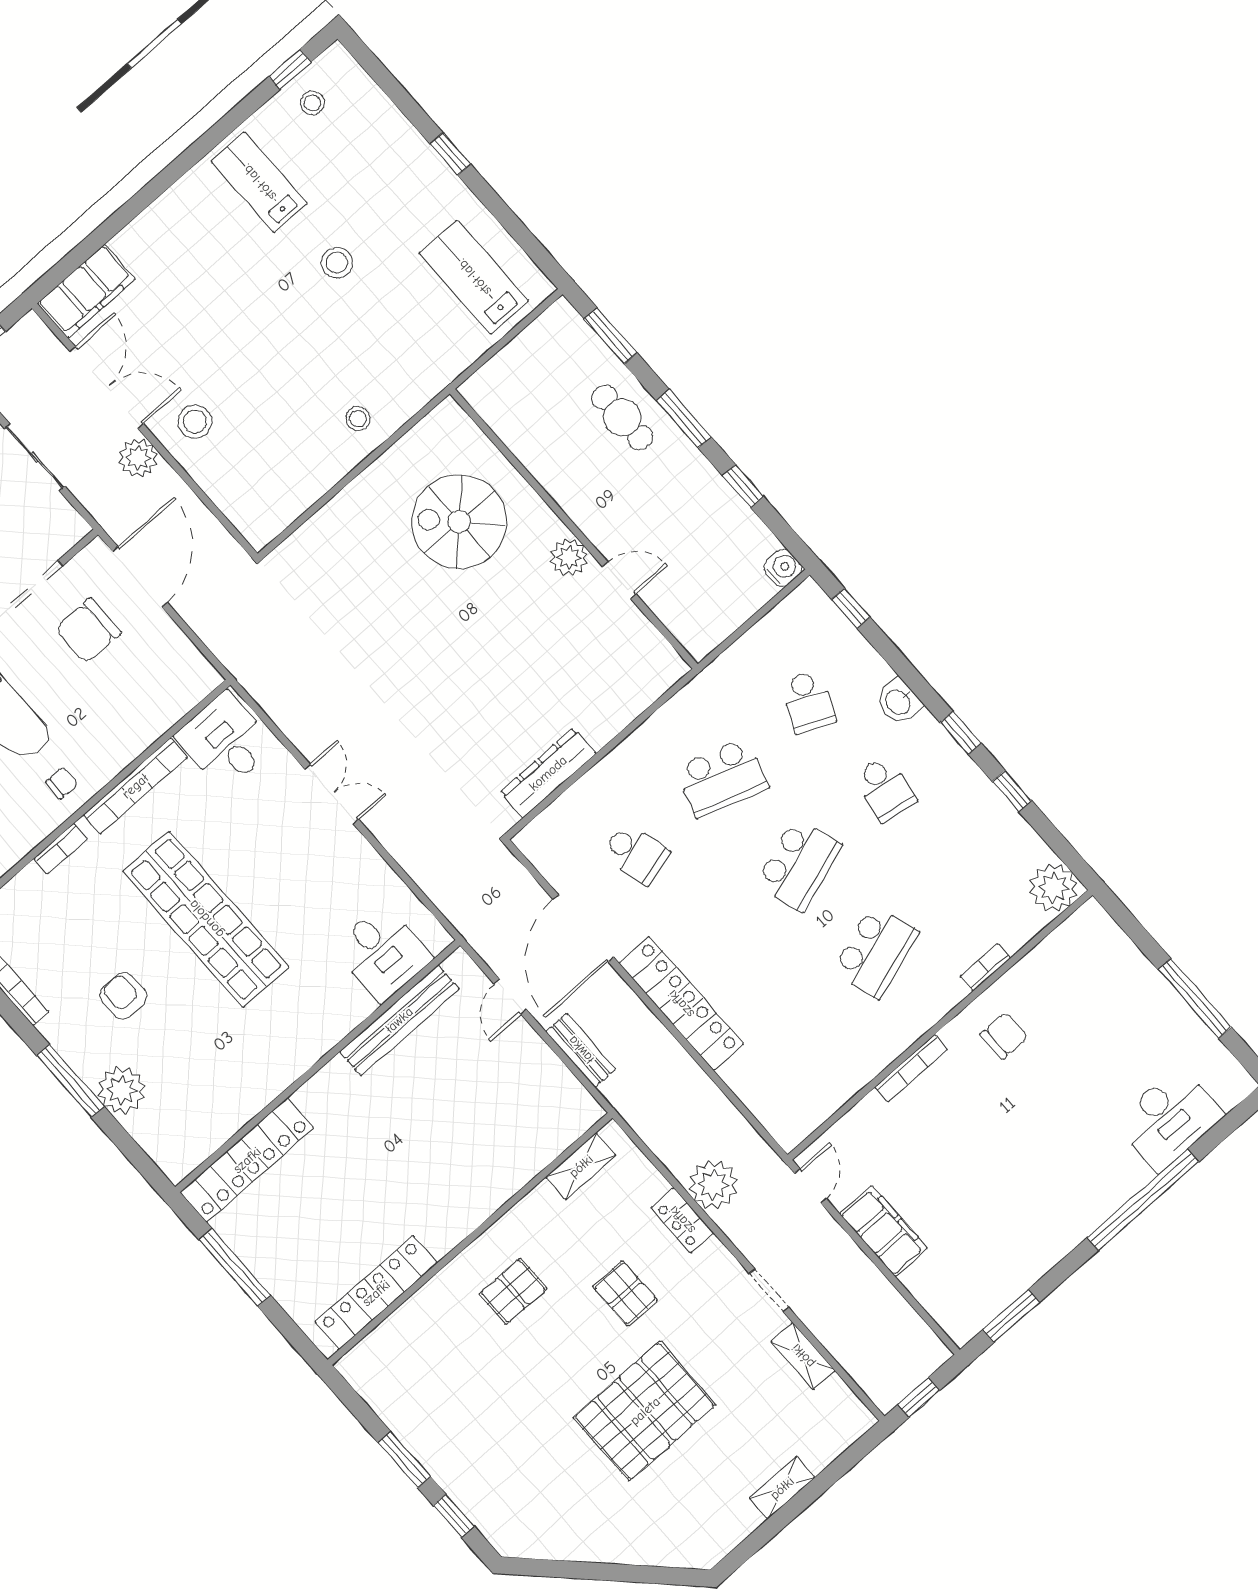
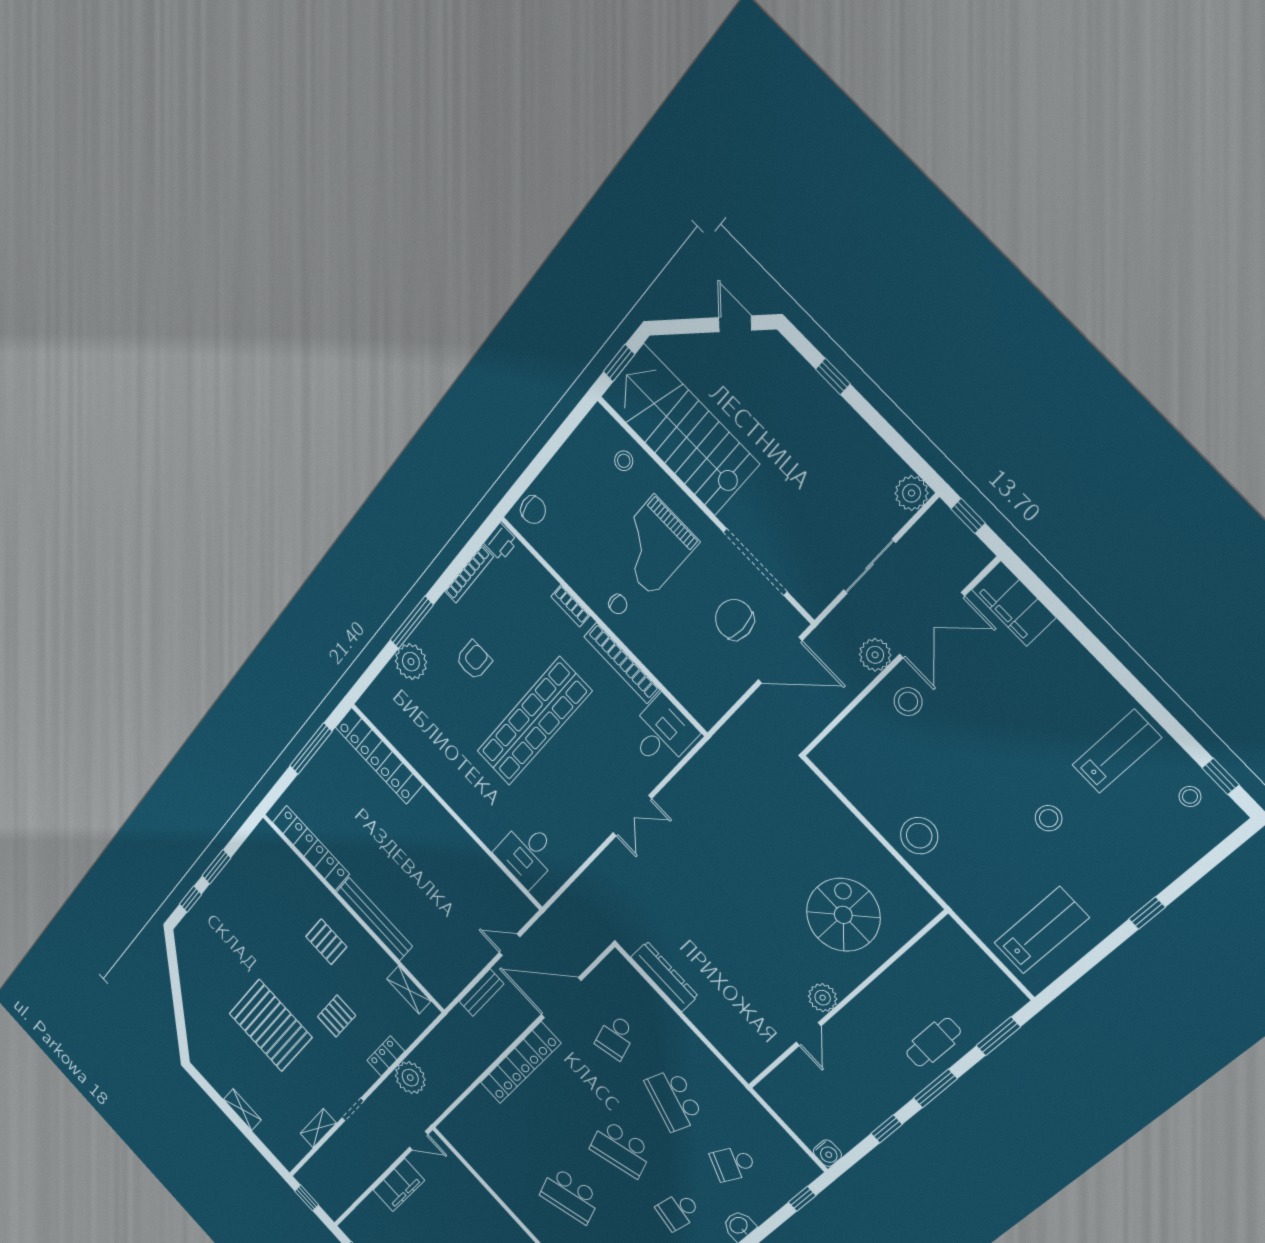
stool: (358, 419) -> (919, 836), width x1.89, depth x1.89
bench: (399, 1020) -> (374, 919), moved
bookcase: (911, 1068) -> (499, 1212), removed

